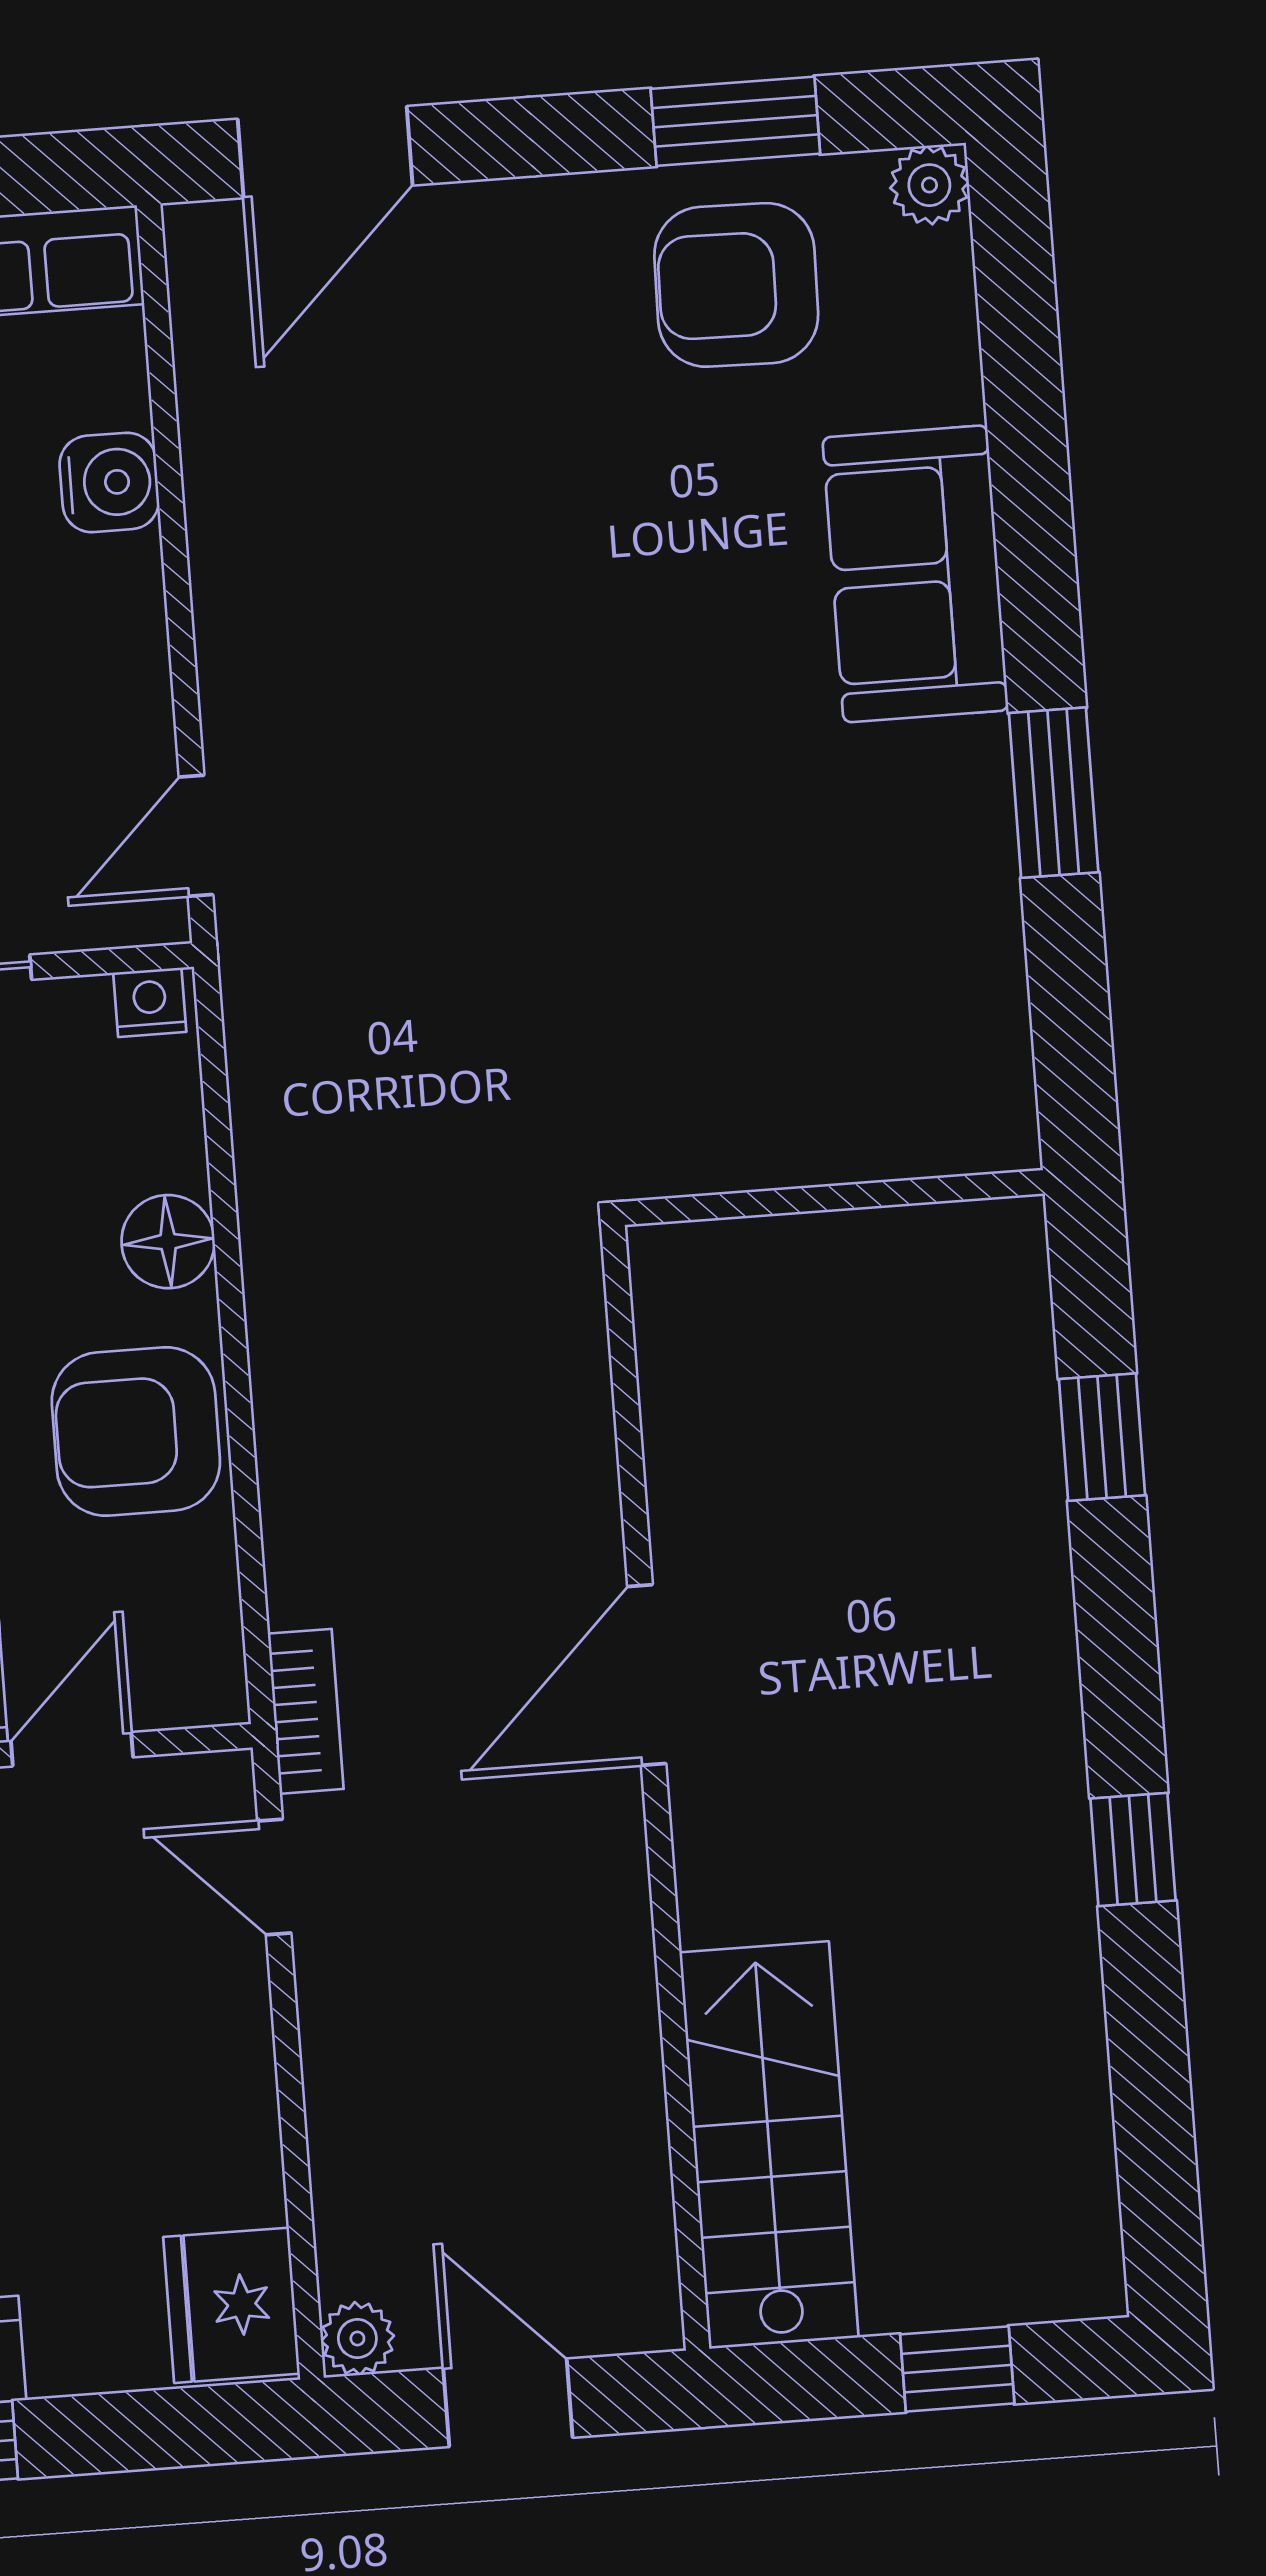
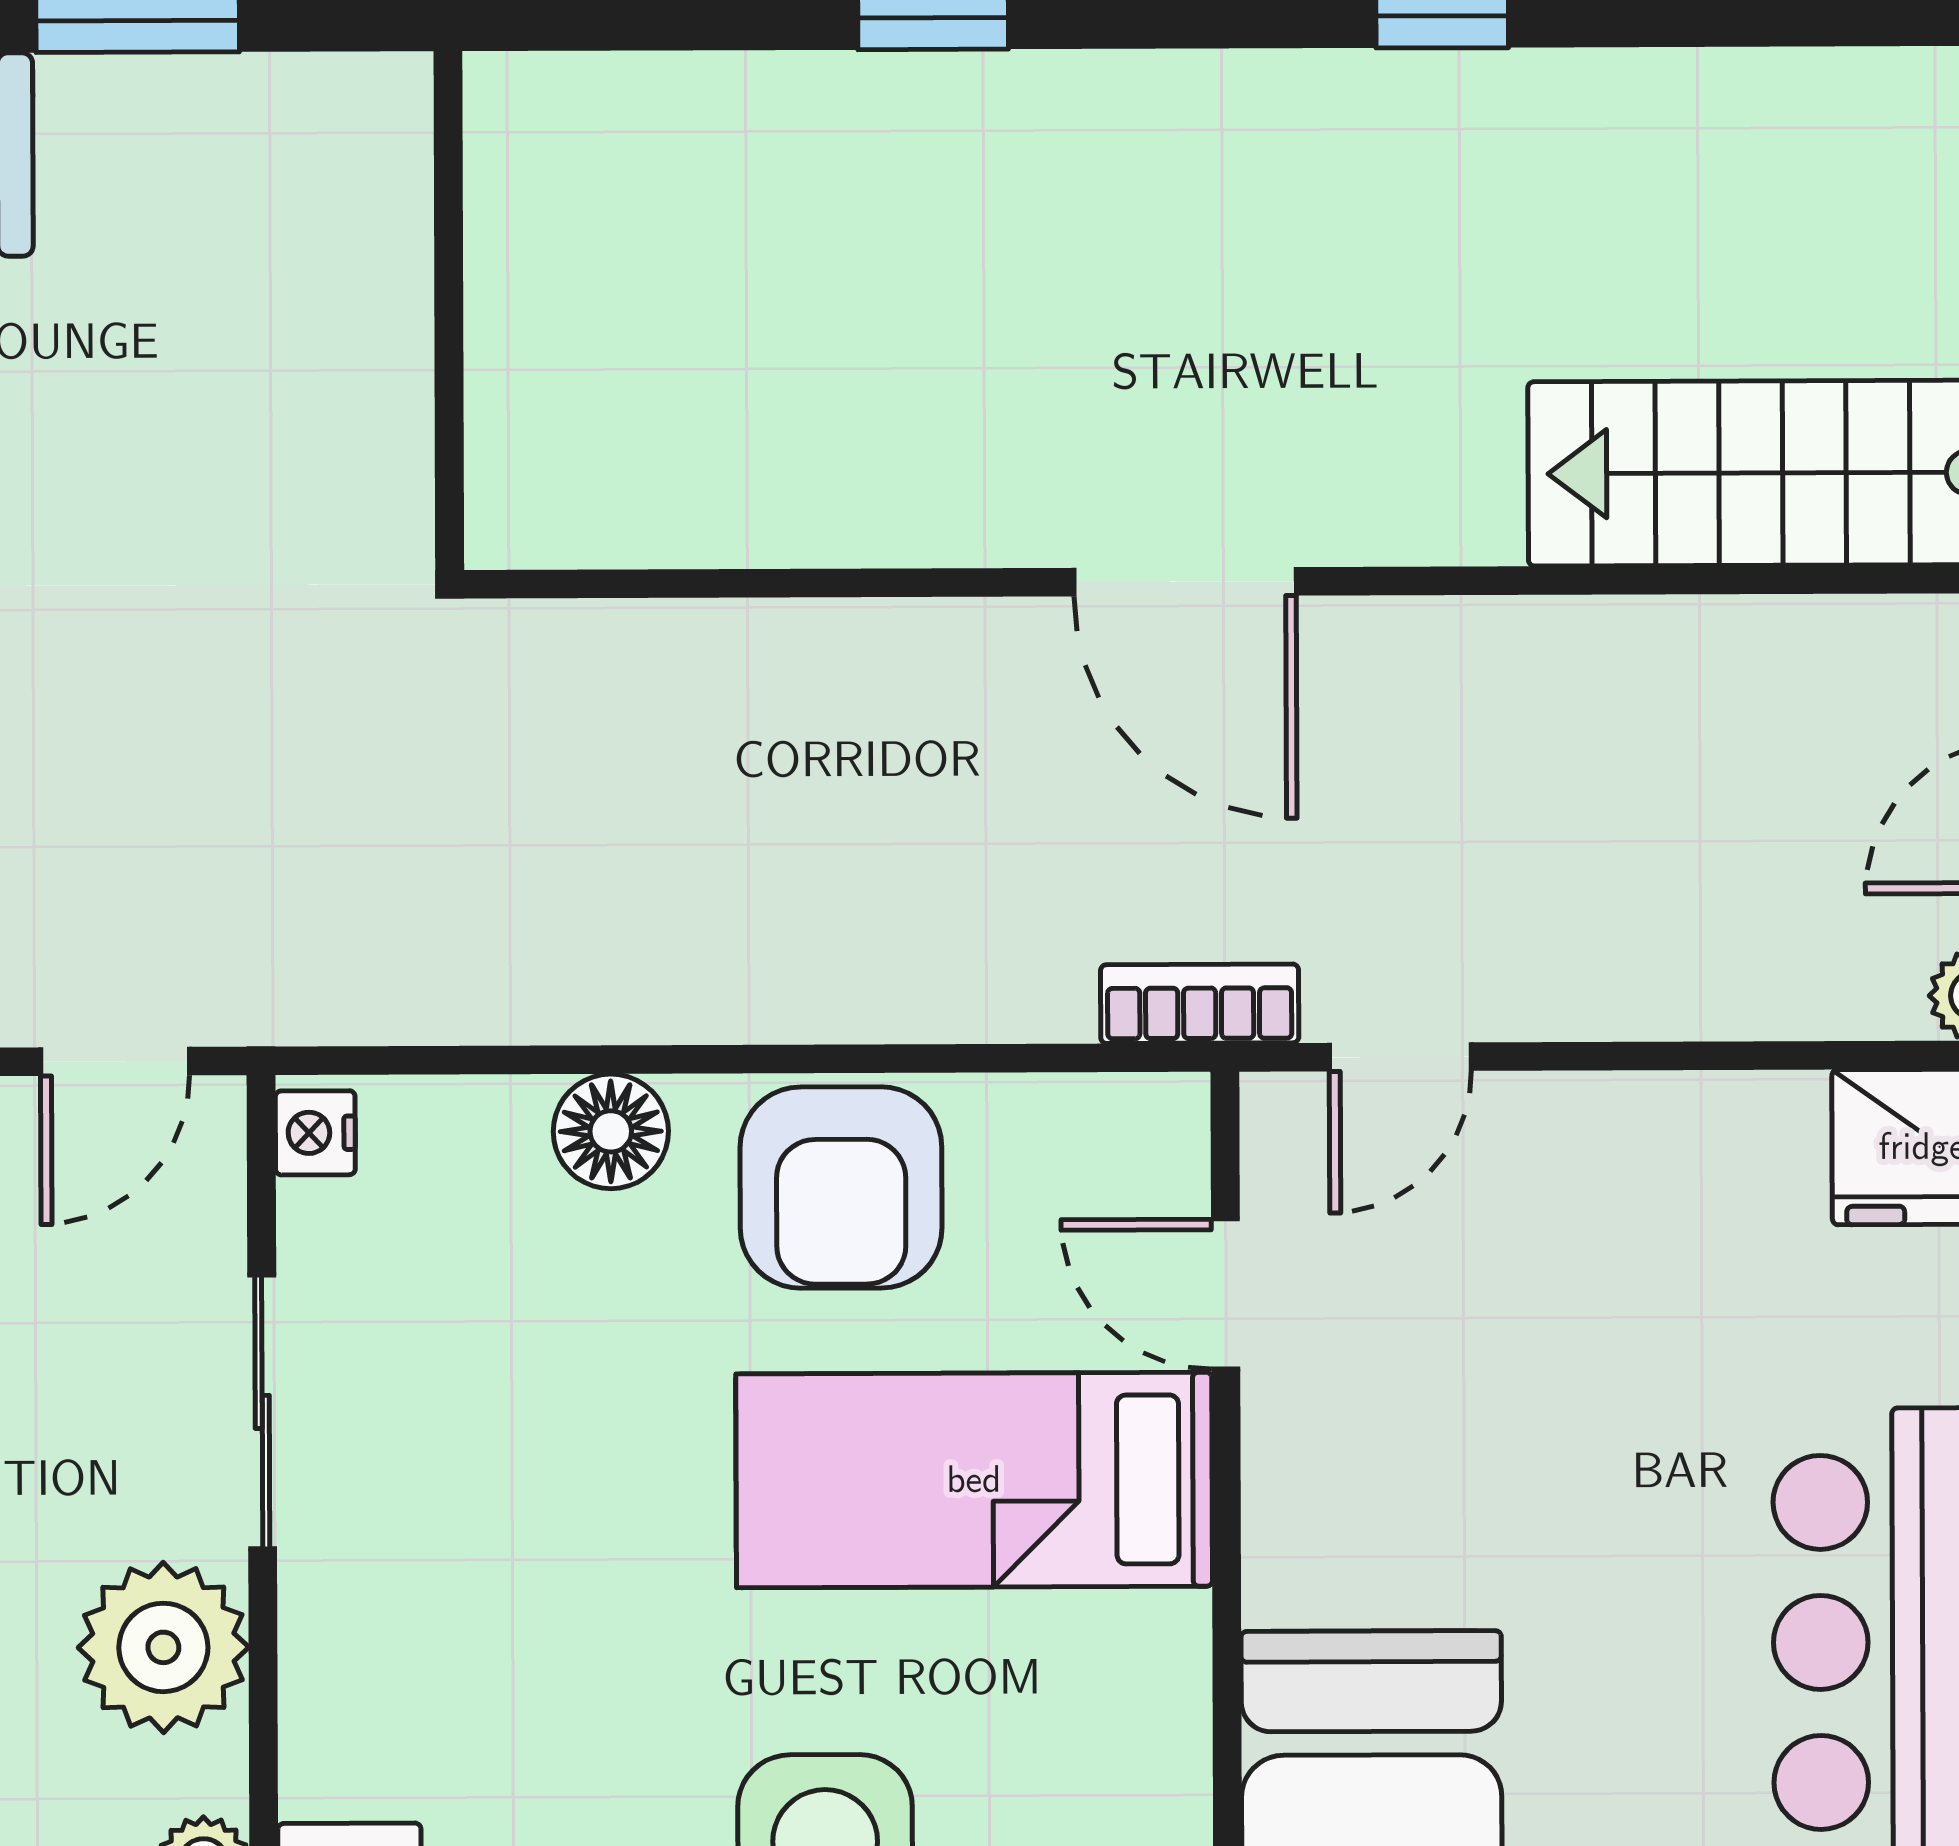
door: (196, 836) -> (115, 1061), hinge flipped
wall: (834, 1198) -> (449, 311), moved

